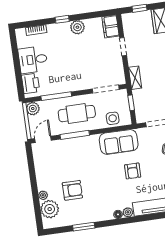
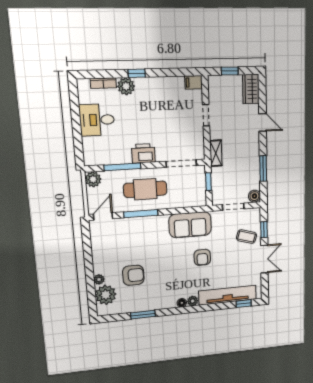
filing cabinet: (111, 26) -> (194, 82), width x0.50
plant: (77, 27) -> (126, 86), moved
printer: (31, 83) -> (143, 153), moved, turned -90
side table: (113, 118) -> (186, 198), removed

